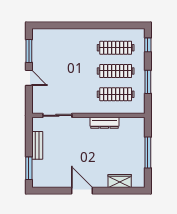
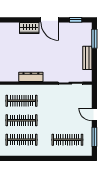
clothes rail: (61, 48) -> (67, 140), added
wardrobe: (120, 181) -> (29, 28), moved
window: (51, 191) -> (76, 20), added

